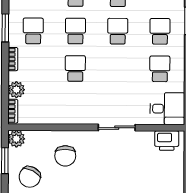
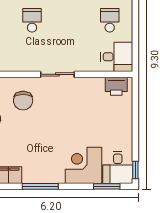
sliding door: (117, 128) -> (57, 74), moved

